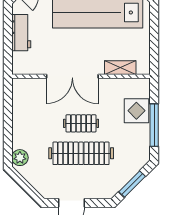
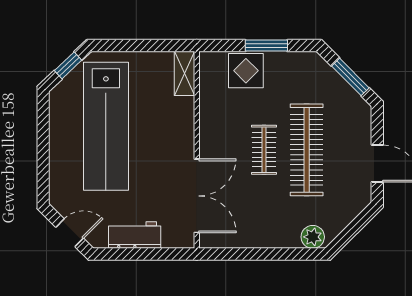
shelving: (120, 68) -> (184, 73), moved
double door: (72, 76) -> (197, 196), moved
window: (154, 125) -> (266, 46), width x0.69

